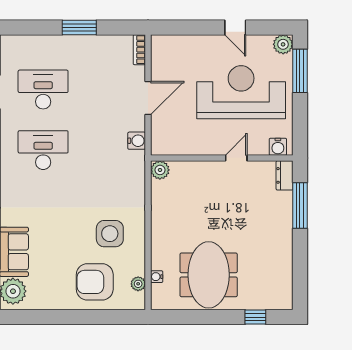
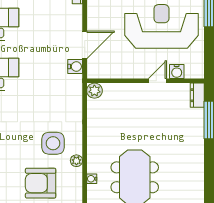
door: (148, 98) -> (85, 45), moved
water cooler: (278, 147) -> (177, 71), moved
plant: (138, 284) -> (76, 161), moved

